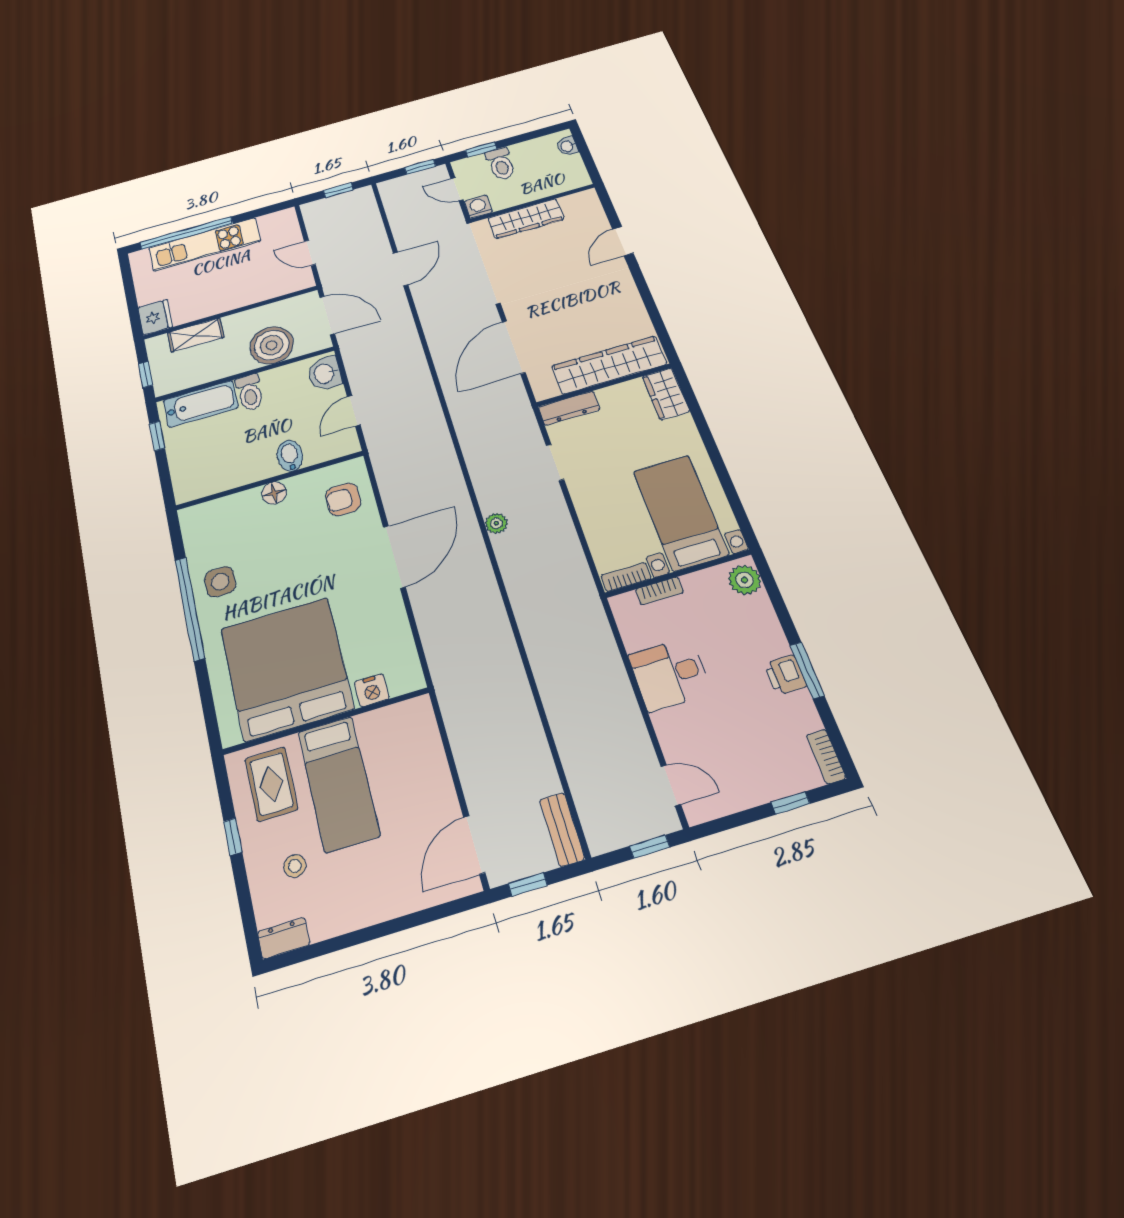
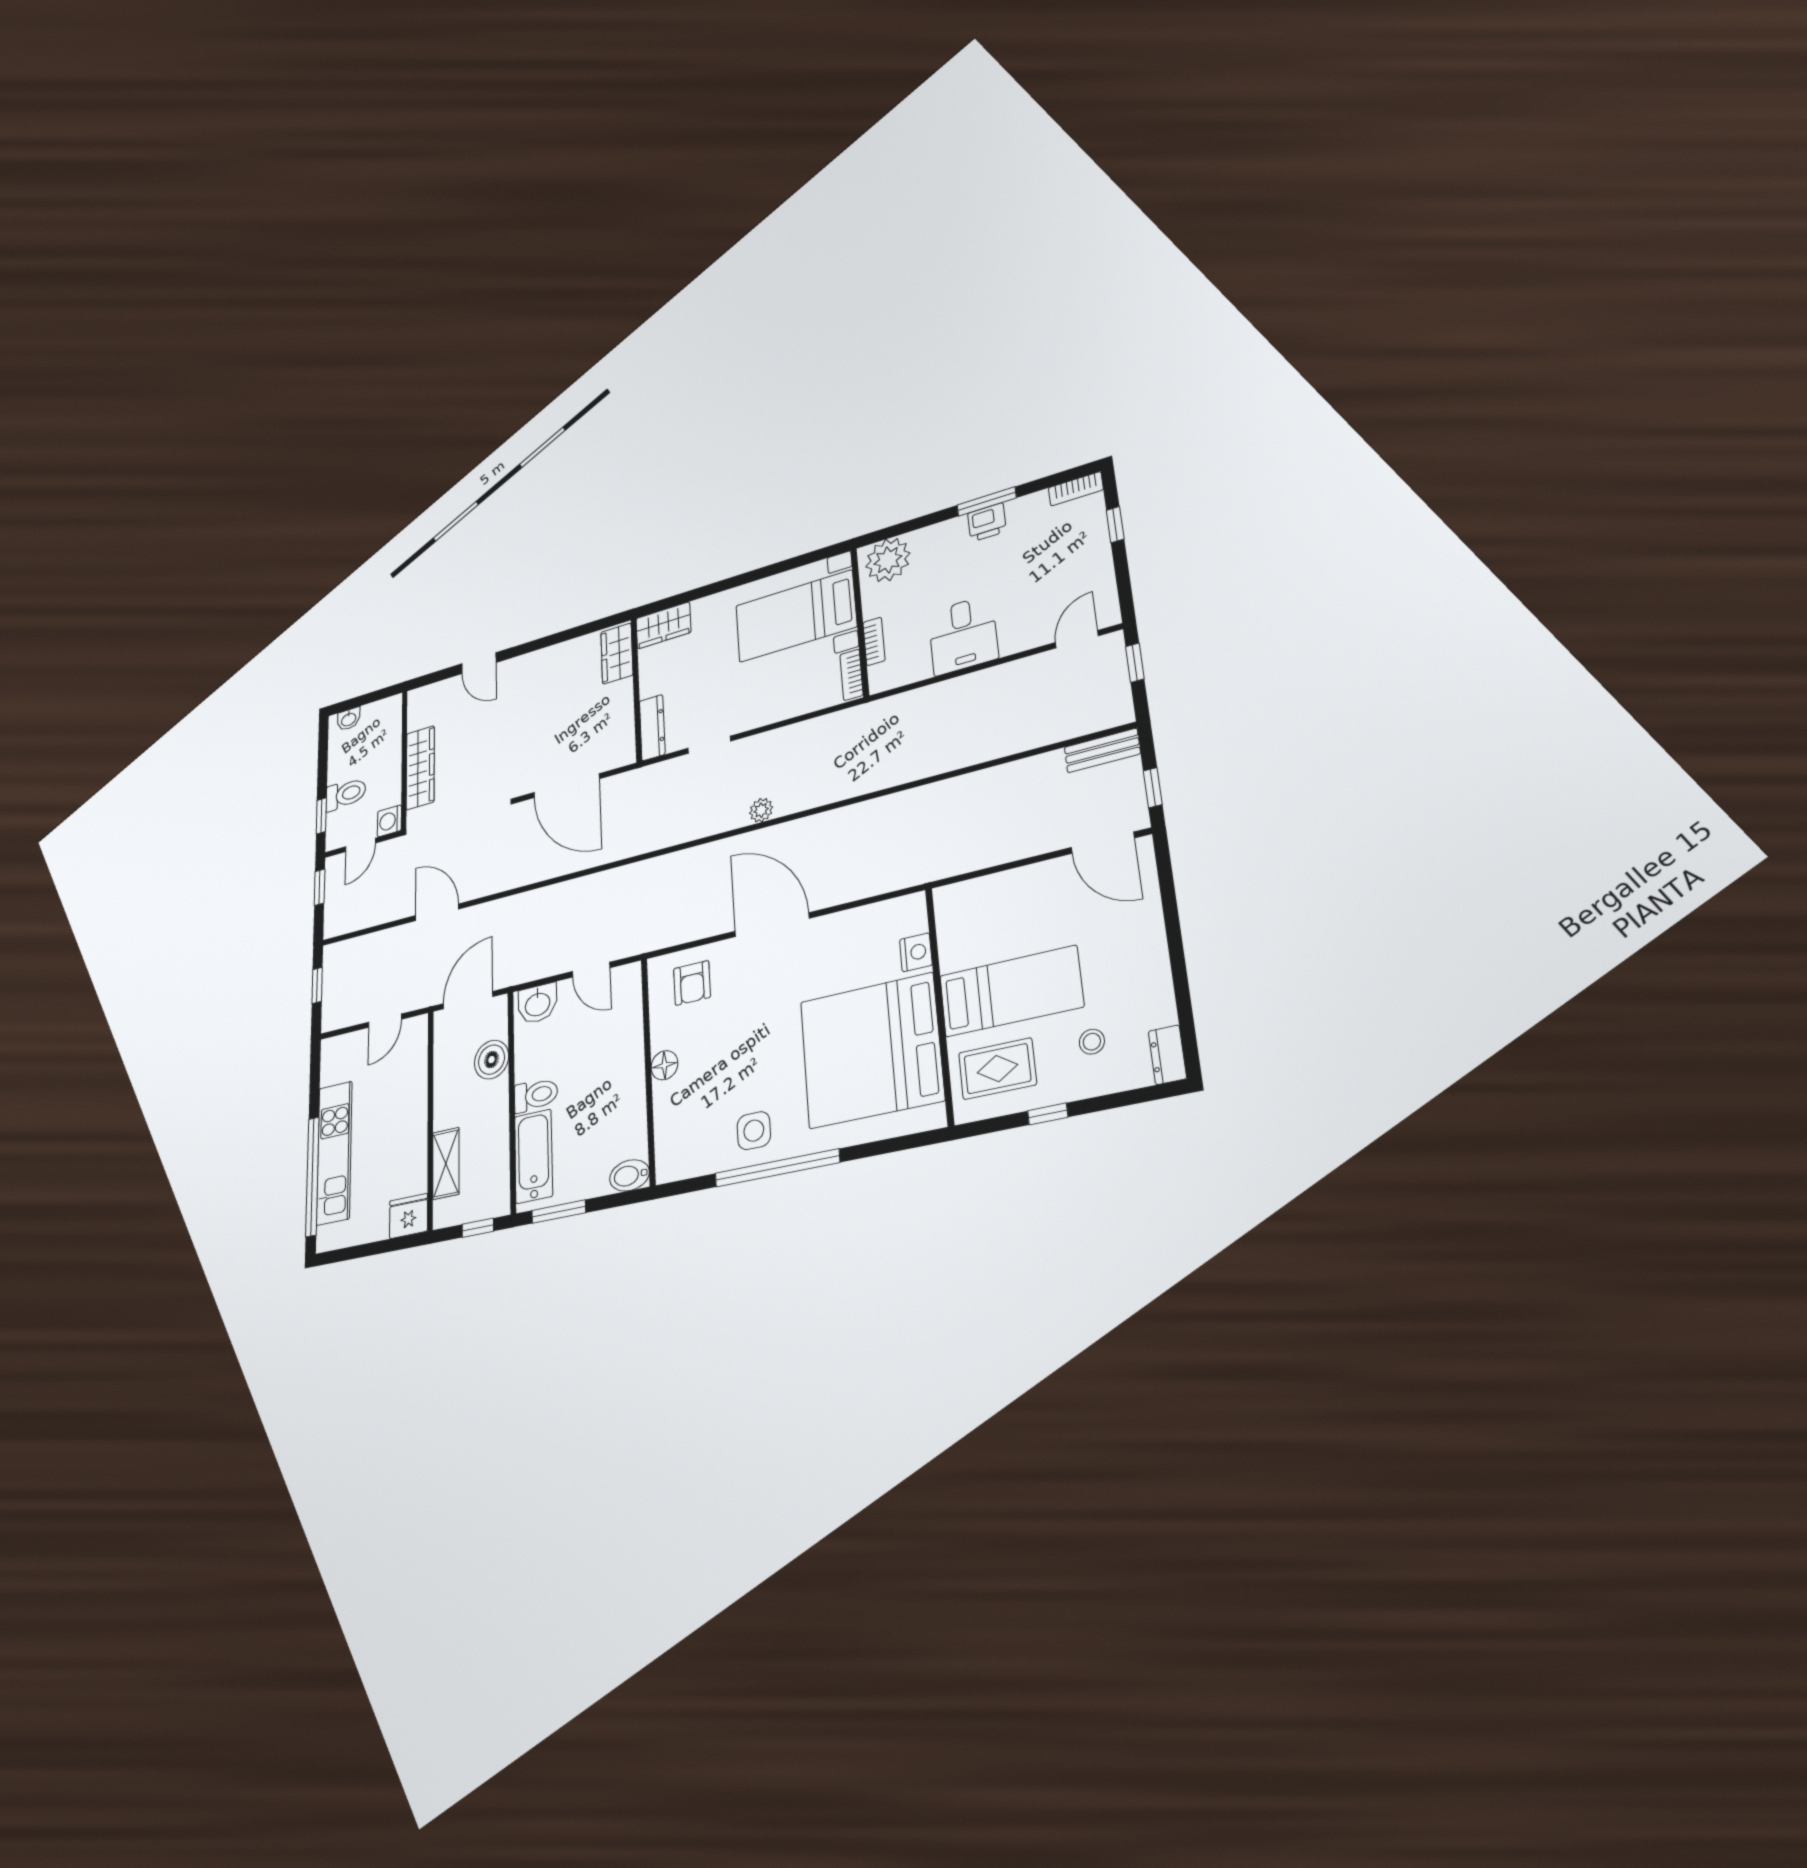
boiler: (272, 345) -> (492, 1060), width x0.73, depth x0.73
wardrobe: (609, 365) -> (617, 654), width x0.48, depth x0.85
window: (157, 436) -> (559, 1212), width x1.50
bidet: (290, 456) -> (629, 1175), moved
plant: (745, 580) -> (888, 560), width x1.36, depth x1.36

